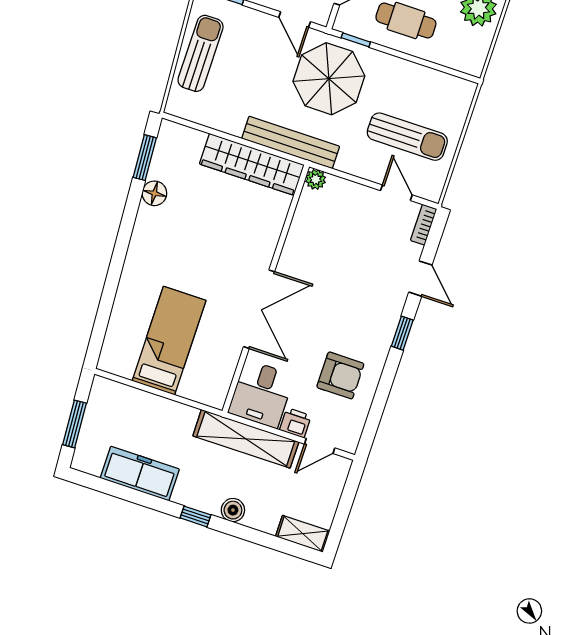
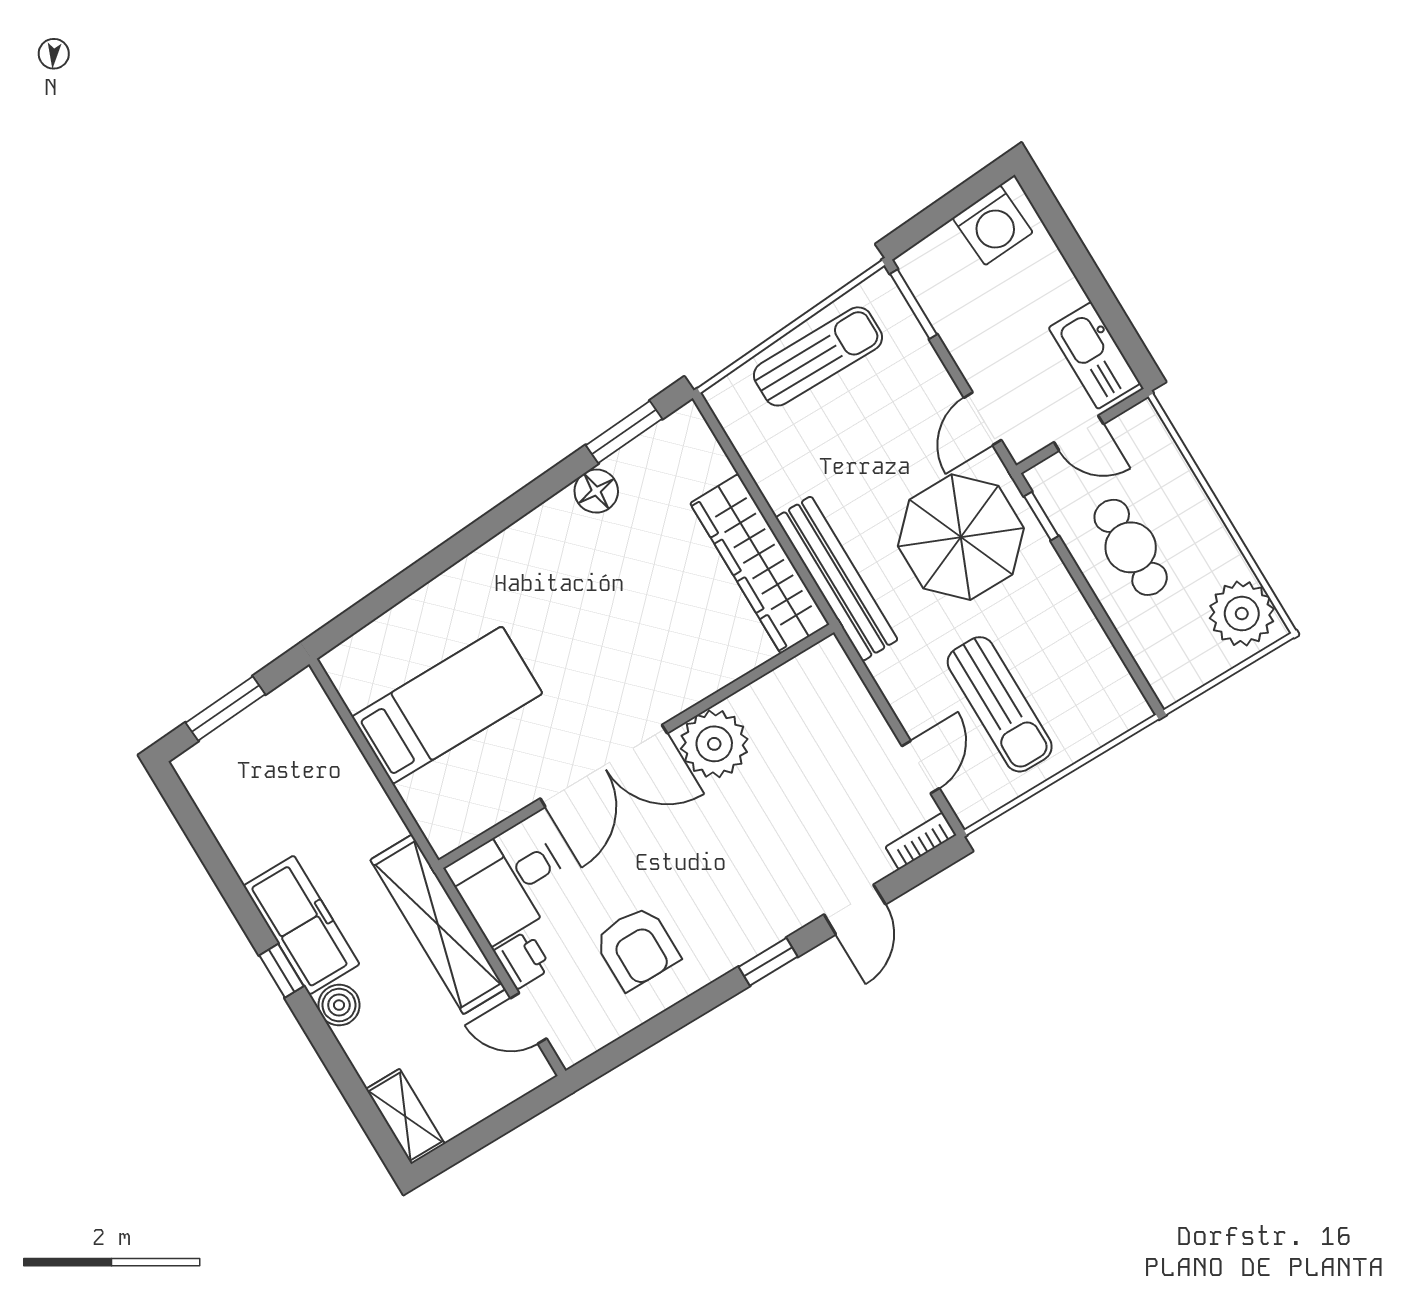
plant: (316, 179) -> (714, 744), moved, width x1.88, depth x1.88
freezer: (140, 474) -> (301, 925), moved

